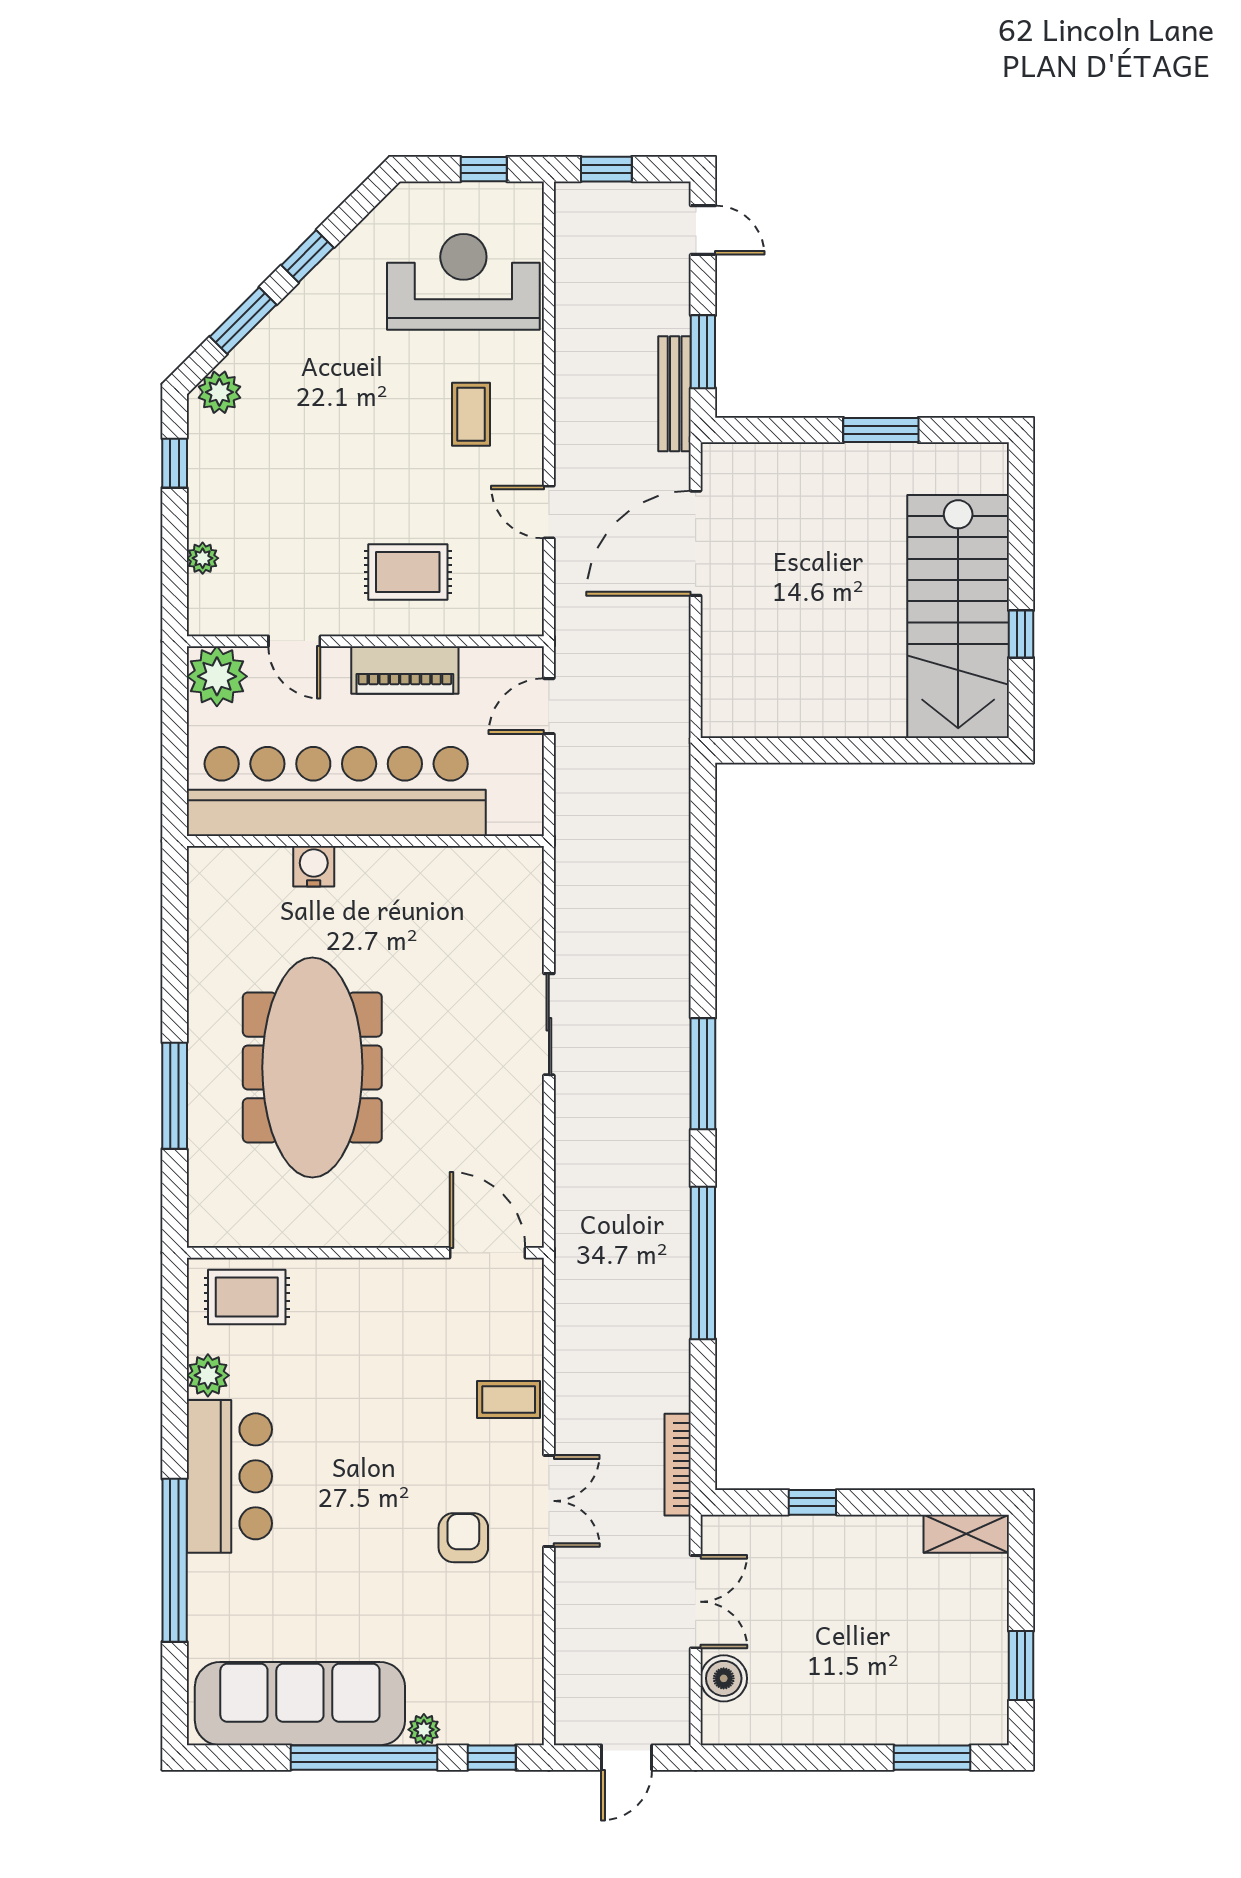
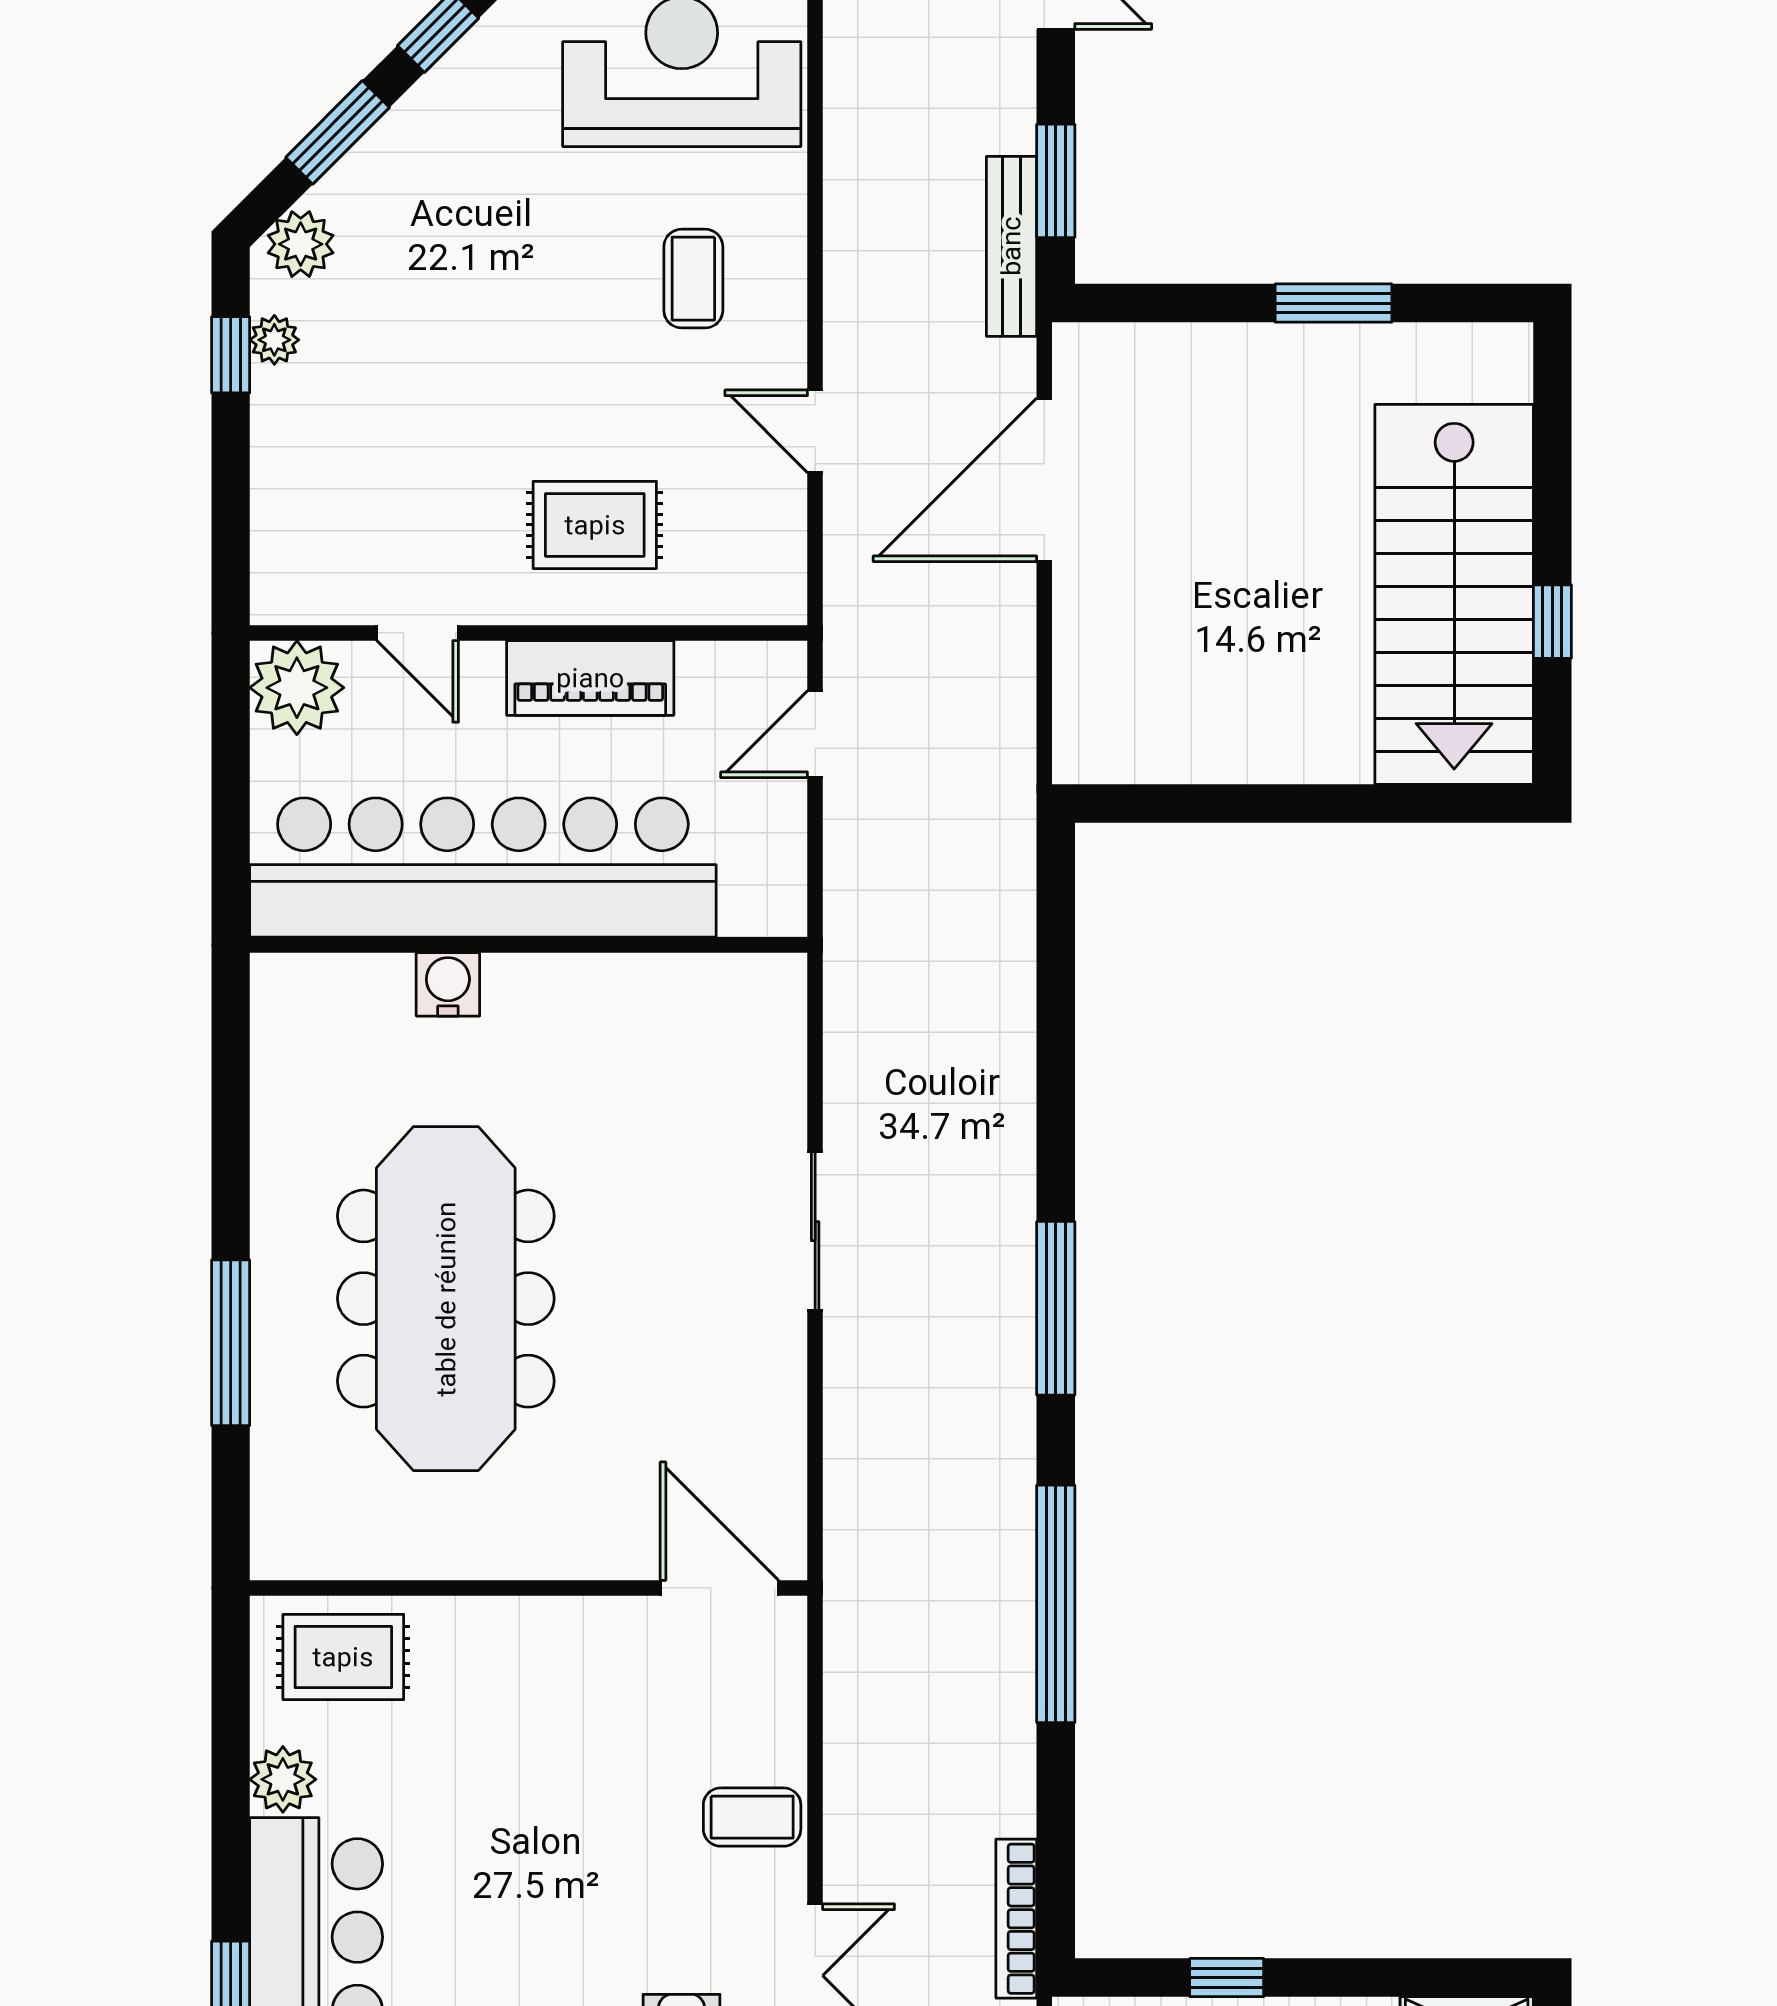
plant: (203, 558) -> (274, 340), moved

